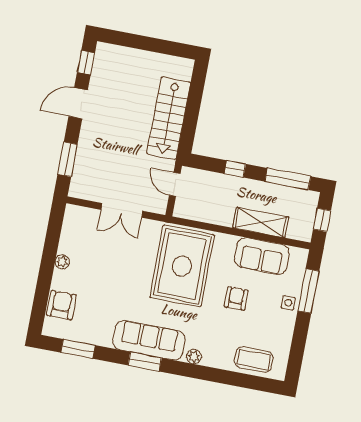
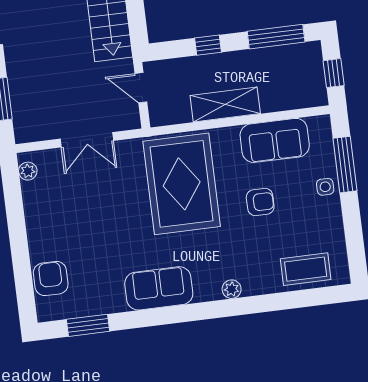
shelving: (261, 223) -> (225, 105), moved
plant: (62, 262) -> (28, 171), moved
armchair: (236, 298) -> (260, 202), turned 90
sofa: (149, 340) -> (159, 288), width x0.73
window: (145, 362) -> (174, 315), removed

